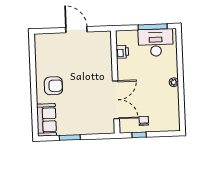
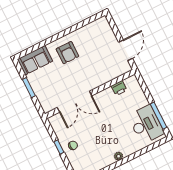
printer: (122, 52) -> (119, 88), moved
wall: (115, 82) -> (90, 94), moved
double door: (116, 100) -> (75, 102), moved

